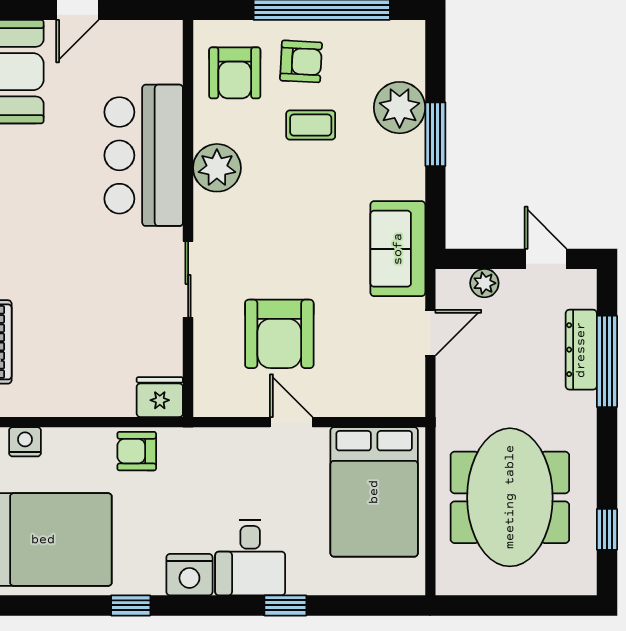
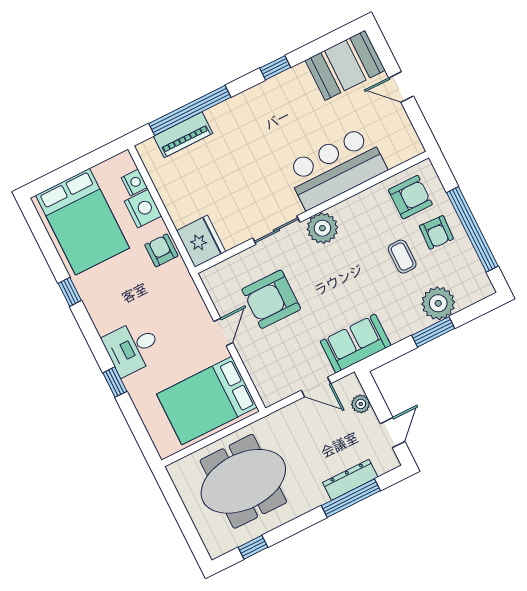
armchair: (235, 73) -> (410, 197), turned 180
plant: (217, 168) -> (322, 228), moved
fridge: (160, 397) -> (201, 241), width x1.36, depth x1.34
nightstand: (189, 575) -> (143, 209), moved, turned 180

